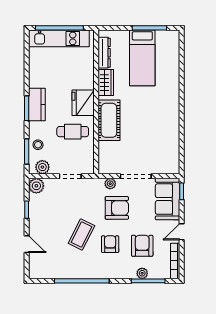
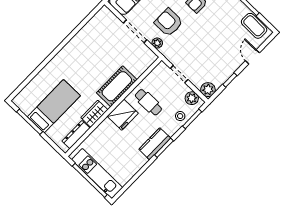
coffee table: (81, 234) -> (254, 26), moved, turned 64

